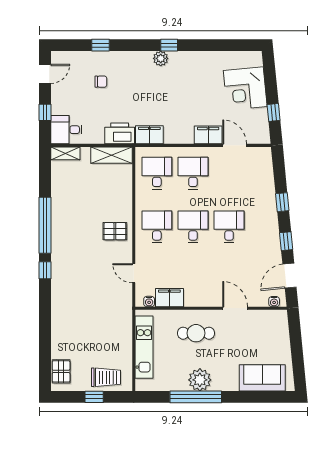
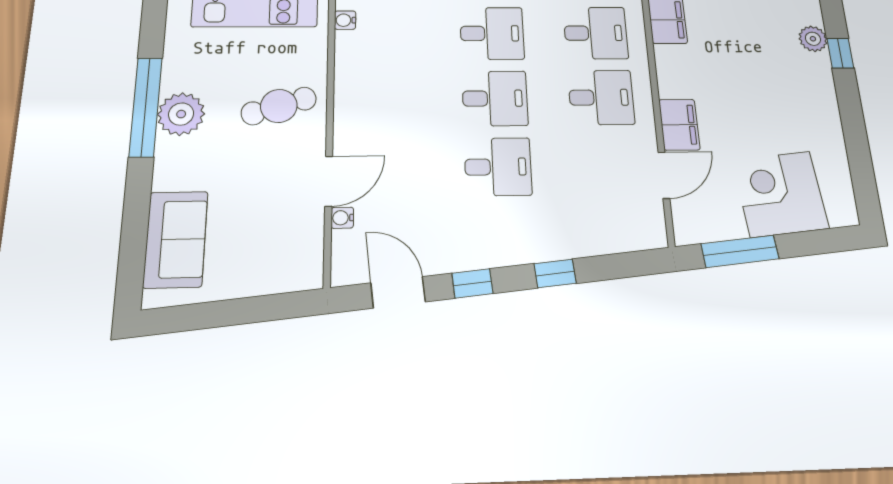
window: (274, 112) -> (740, 251), width x2.17
filing cabinet: (169, 298) -> (353, 56), removed
water cooler: (274, 302) -> (342, 218), moved
cafe table: (196, 333) -> (279, 106), turned 73

